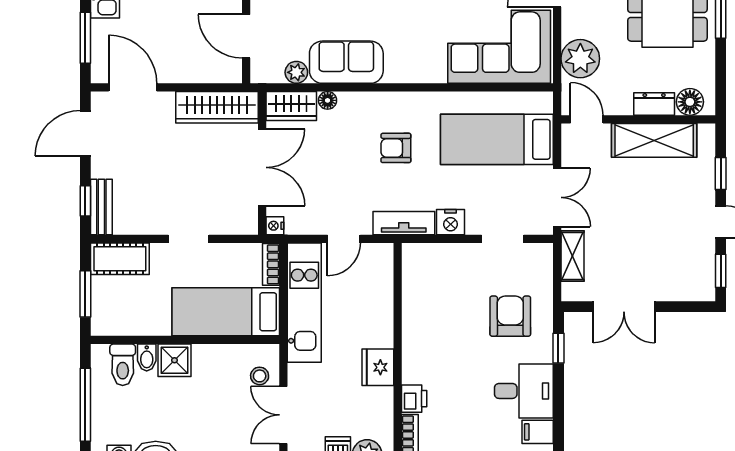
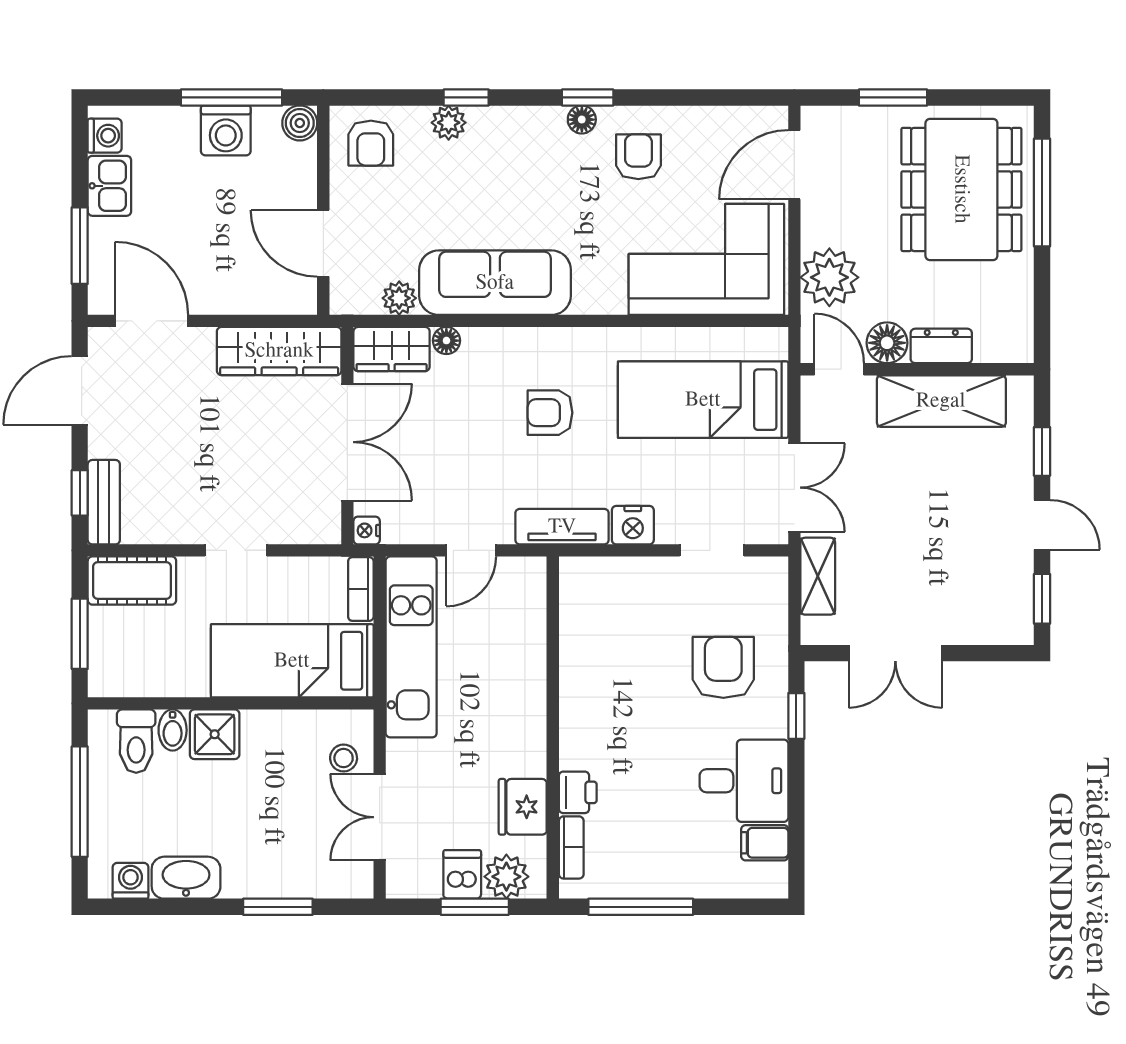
sofa: (346, 62) -> (495, 283), width x1.36
floor lamp: (690, 102) -> (887, 343), moved
fridge: (378, 367) -> (523, 807), moved

